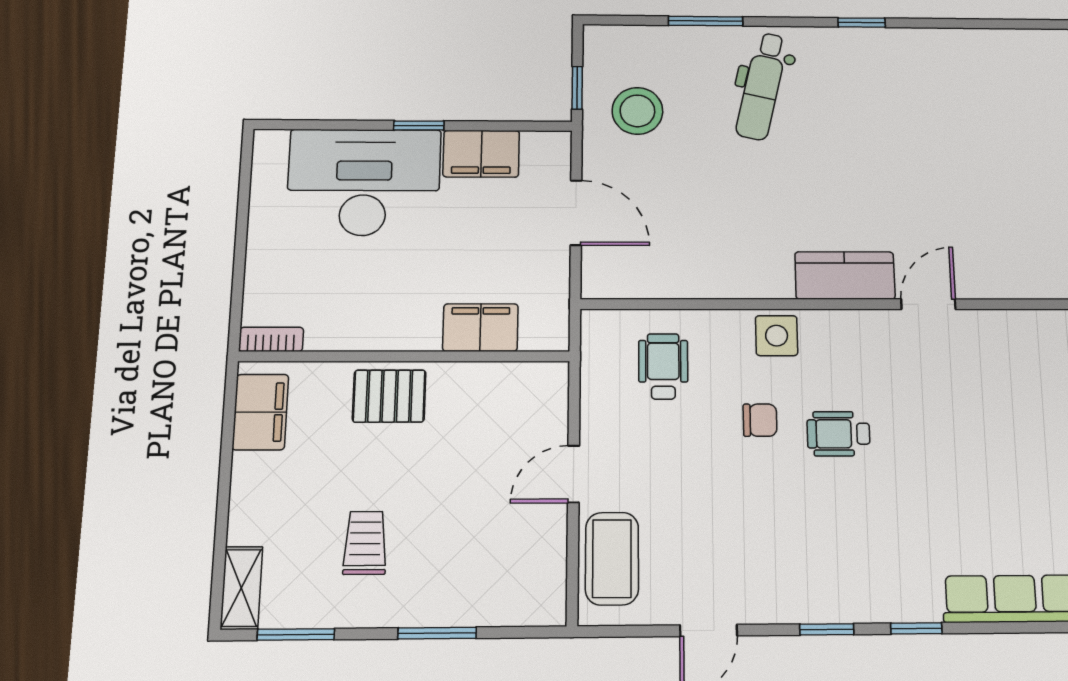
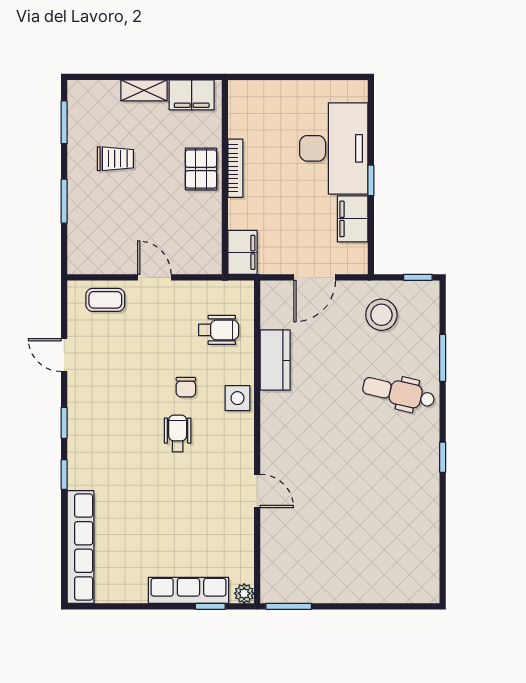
window: (577, 88) -> (418, 277), moved
kitchen counter: (845, 275) -> (275, 360), moved
filing cabinet: (480, 327) -> (243, 252), moved
bookcase: (271, 339) -> (235, 168), moved, width x1.56
coffee table: (612, 559) -> (105, 300), width x0.73, depth x0.77
shelving: (241, 588) -> (144, 90), moved

